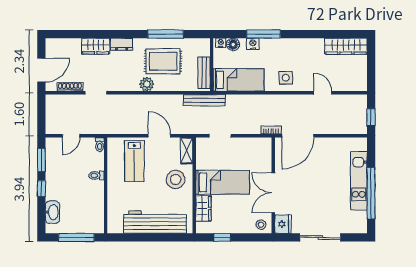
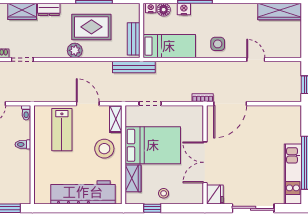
kitchen unit: (359, 181) -> (293, 174), moved
bed: (223, 182) -> (153, 145), width x1.50
stool: (261, 225) -> (164, 193), moved

